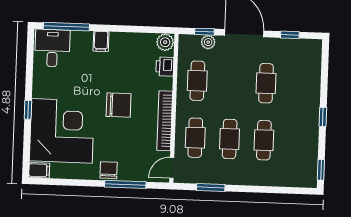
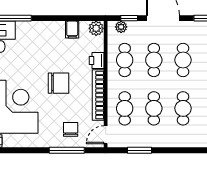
filing cabinet: (101, 41) -> (72, 30), moved
plant: (208, 42) -> (121, 27), moved
printer: (165, 67) -> (97, 61), moved
cafe table: (232, 82) -> (154, 60), added
chair: (109, 170) -> (71, 129), moved

